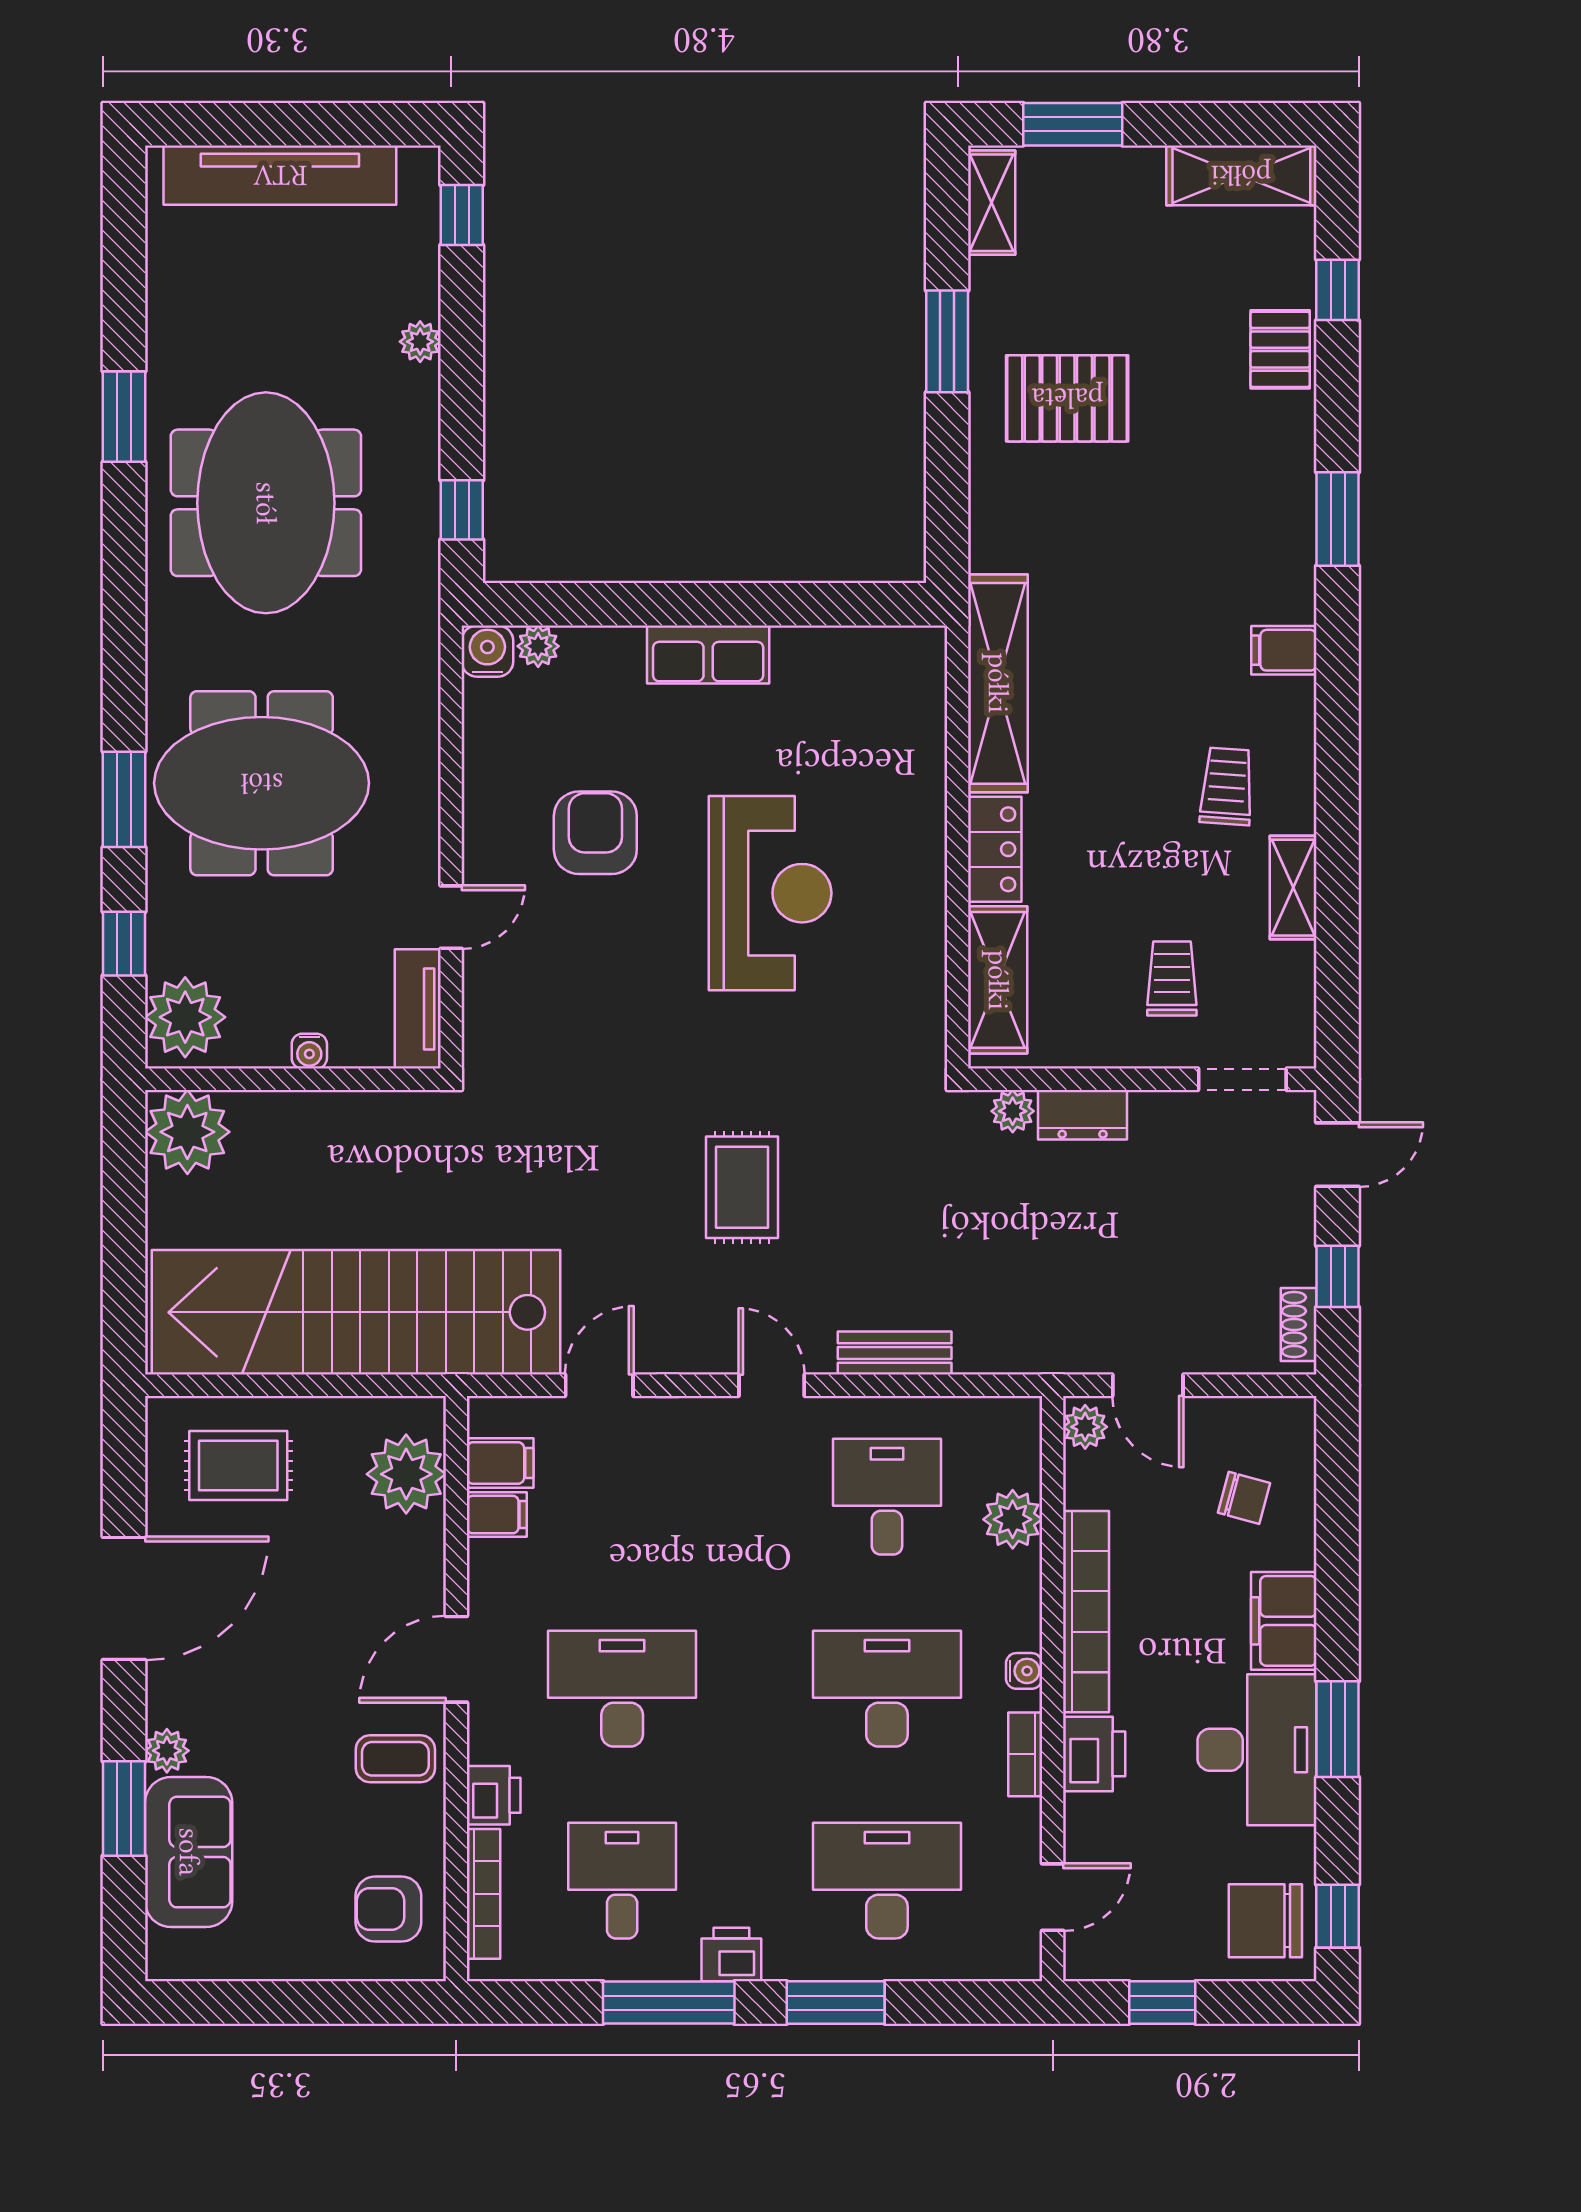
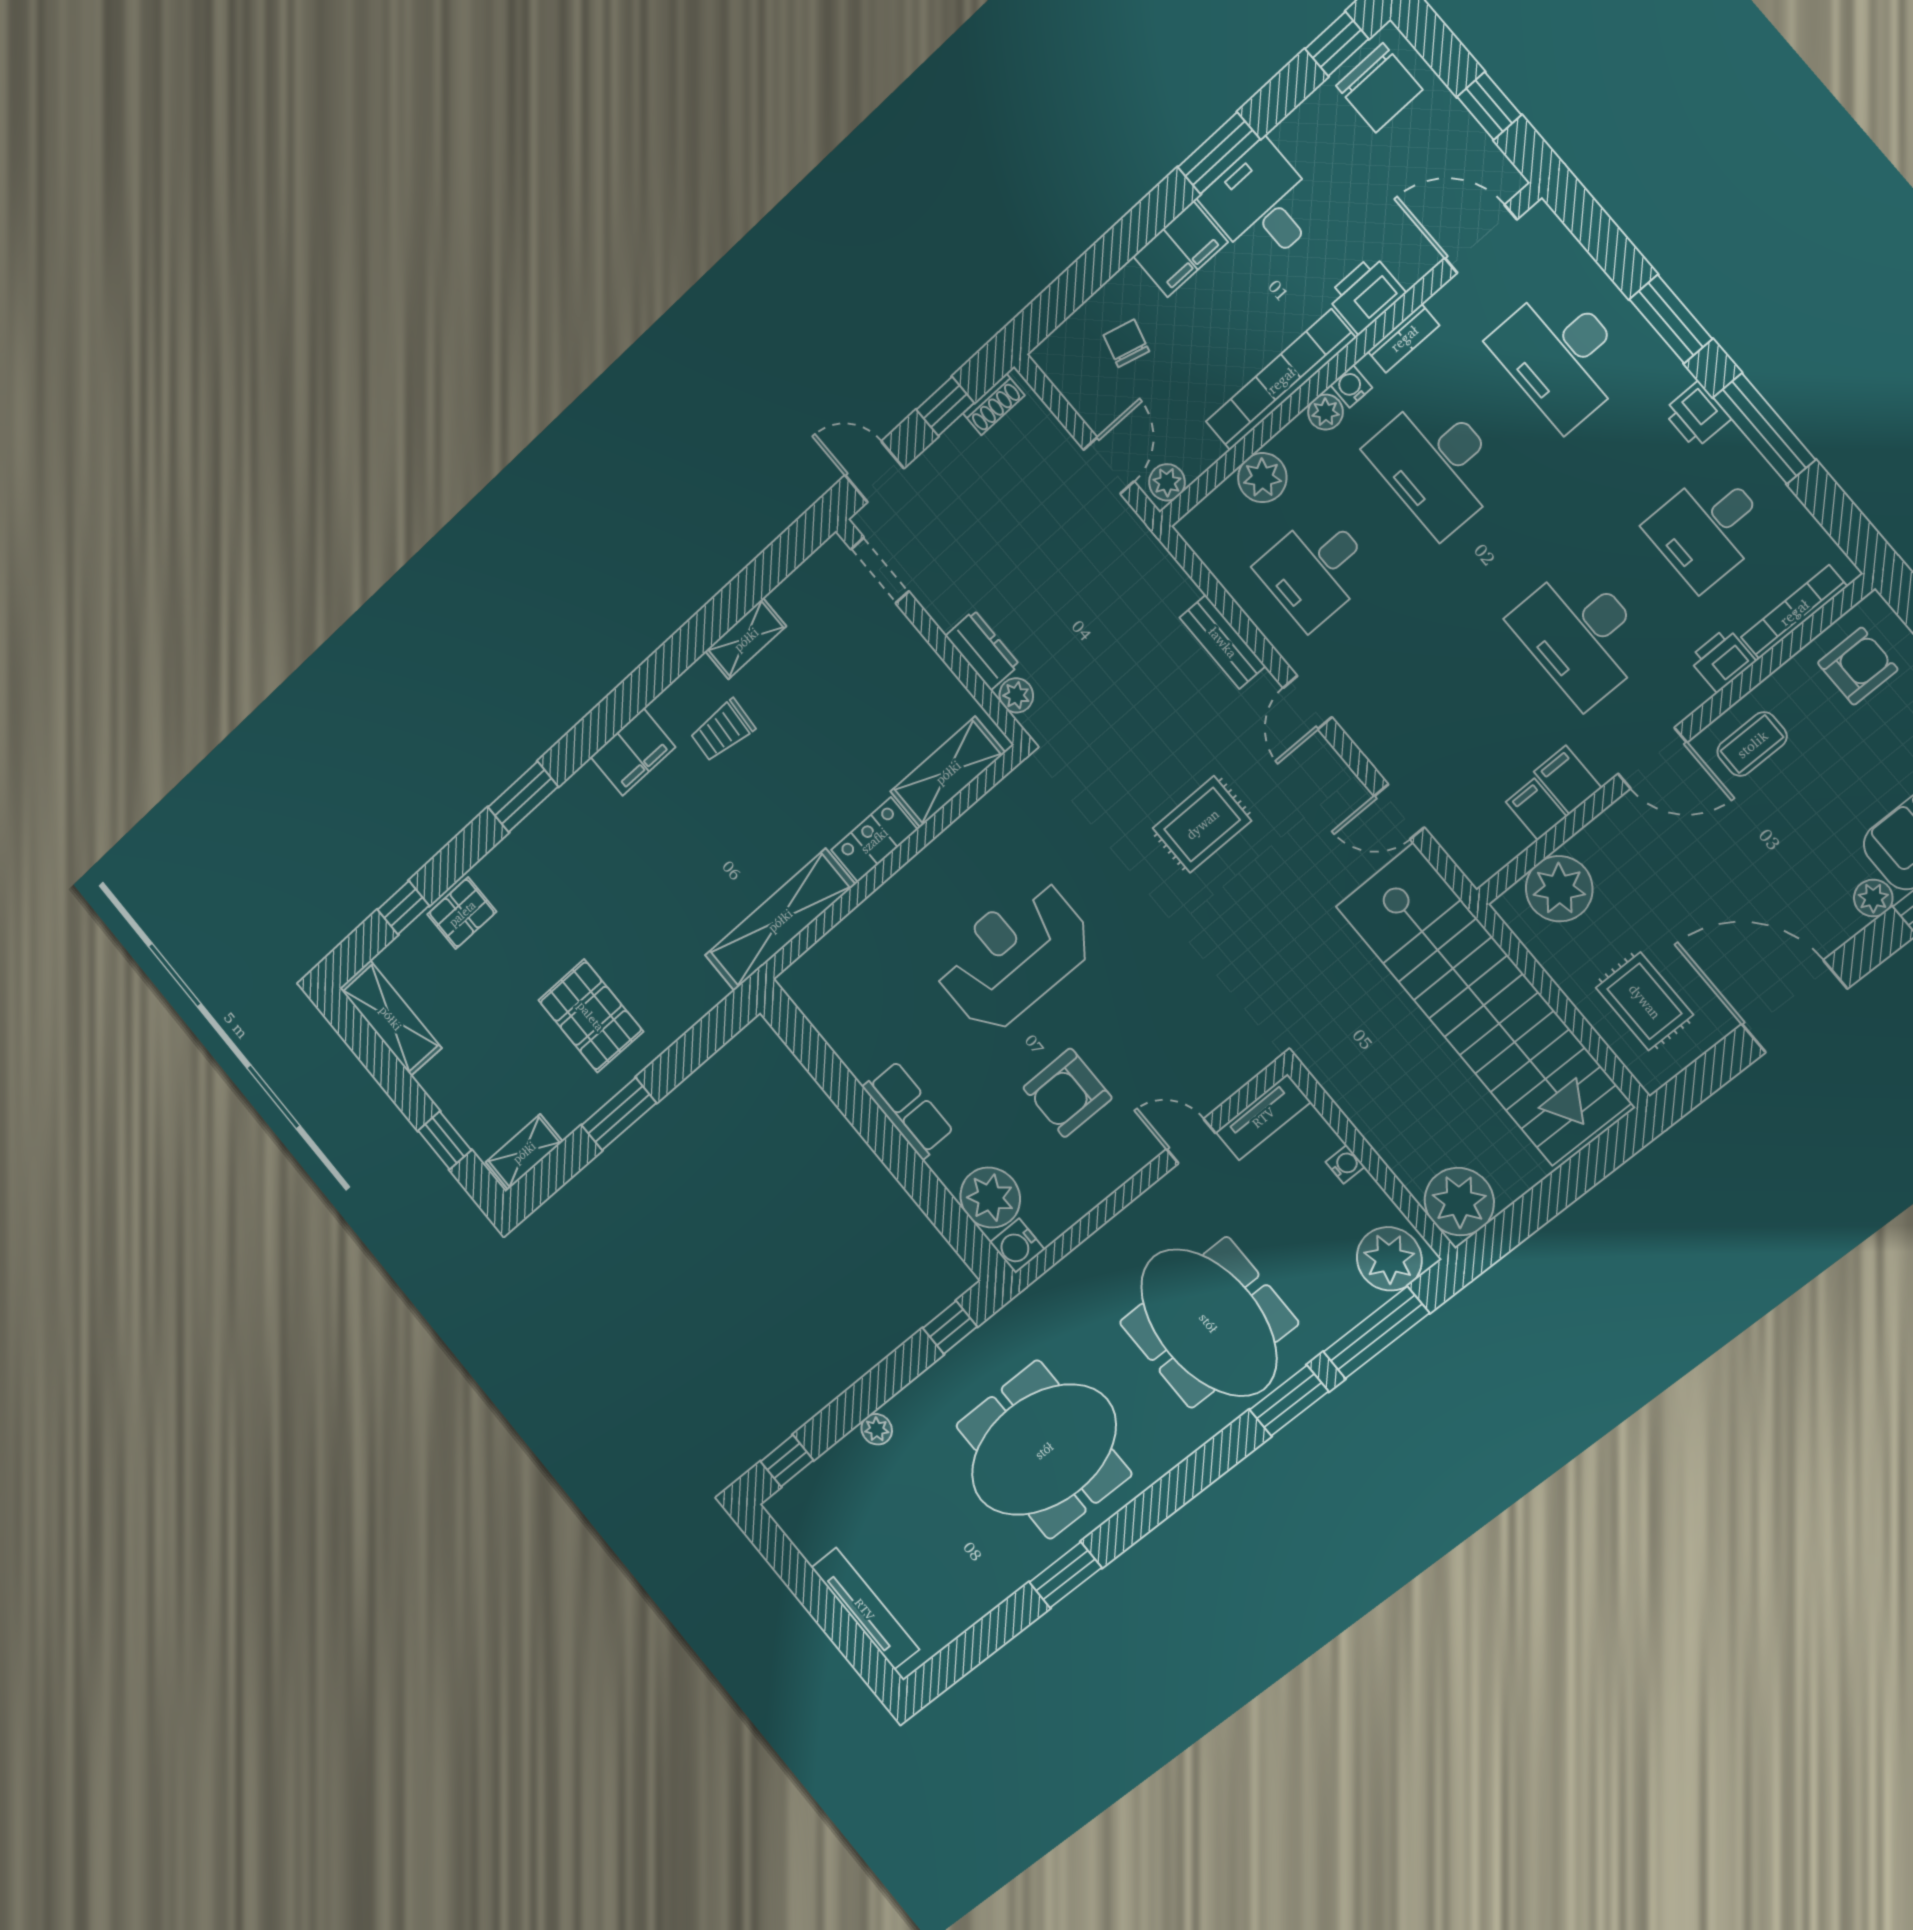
window: (1073, 124) -> (445, 1140), width x0.67
tv unit: (280, 175) -> (865, 1609), width x0.73, depth x0.78
plant: (538, 646) -> (990, 1198), width x1.88, depth x1.88
filing cabinet: (1284, 650) -> (633, 752), width x2.00
window: (124, 944) -> (1376, 1333), width x2.17
trolley: (1172, 978) -> (858, 666), removed
filing cabinet: (500, 1463) -> (1568, 780), moved
plant: (1021, 1628) -> (1326, 412), added
desk: (1257, 1750) -> (1262, 204), width x0.73
coffee table: (395, 1759) -> (1752, 744), turned 90
door: (1053, 1897) -> (1481, 239), width x1.38
armchair: (388, 1909) -> (1858, 666), turned -90

